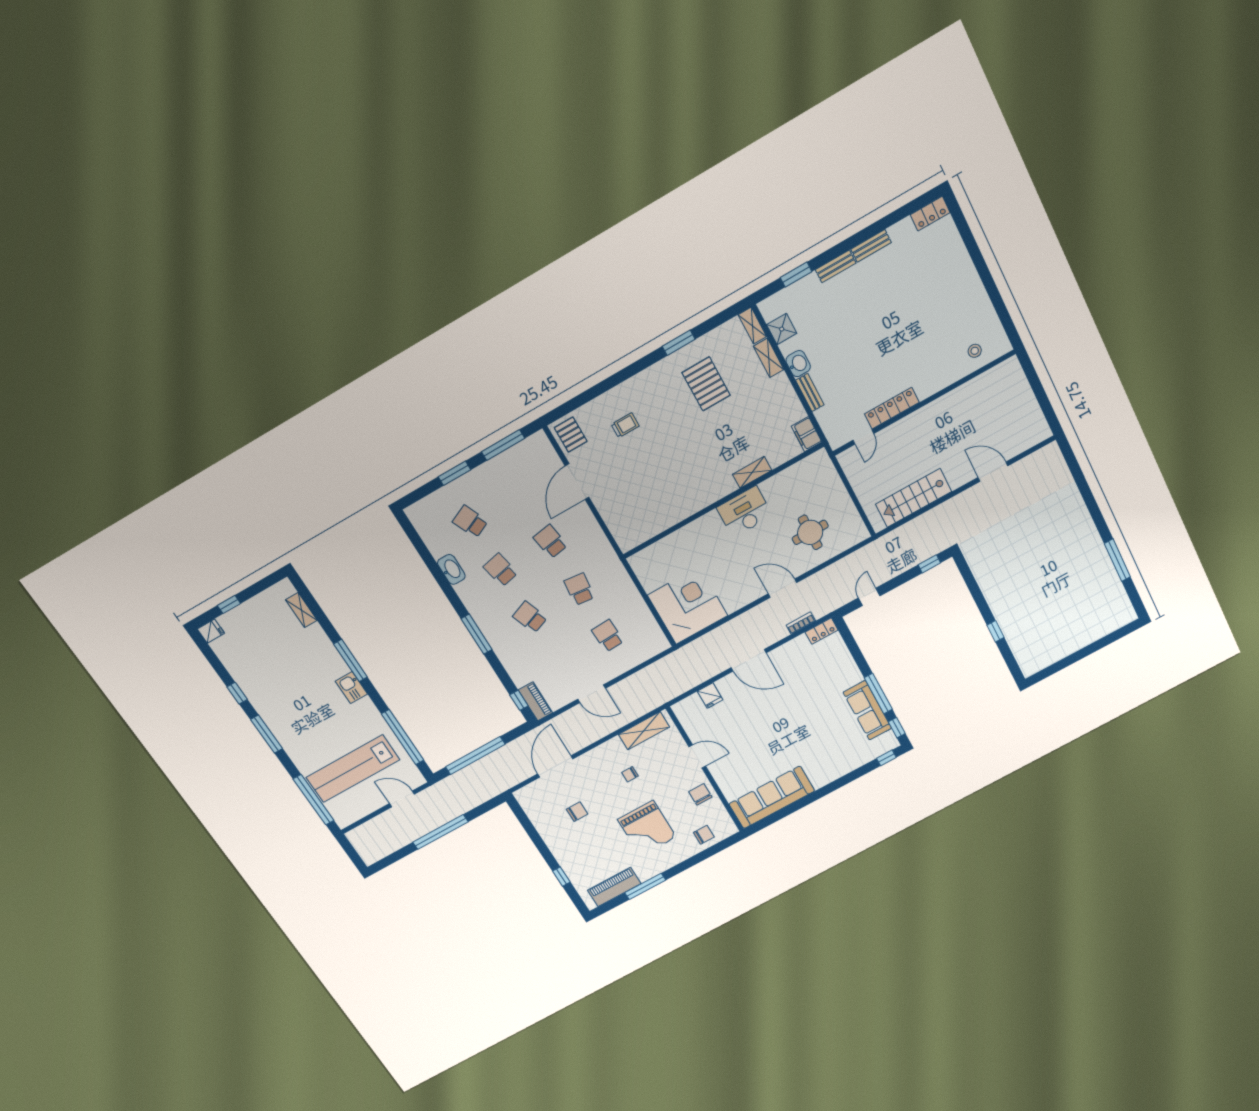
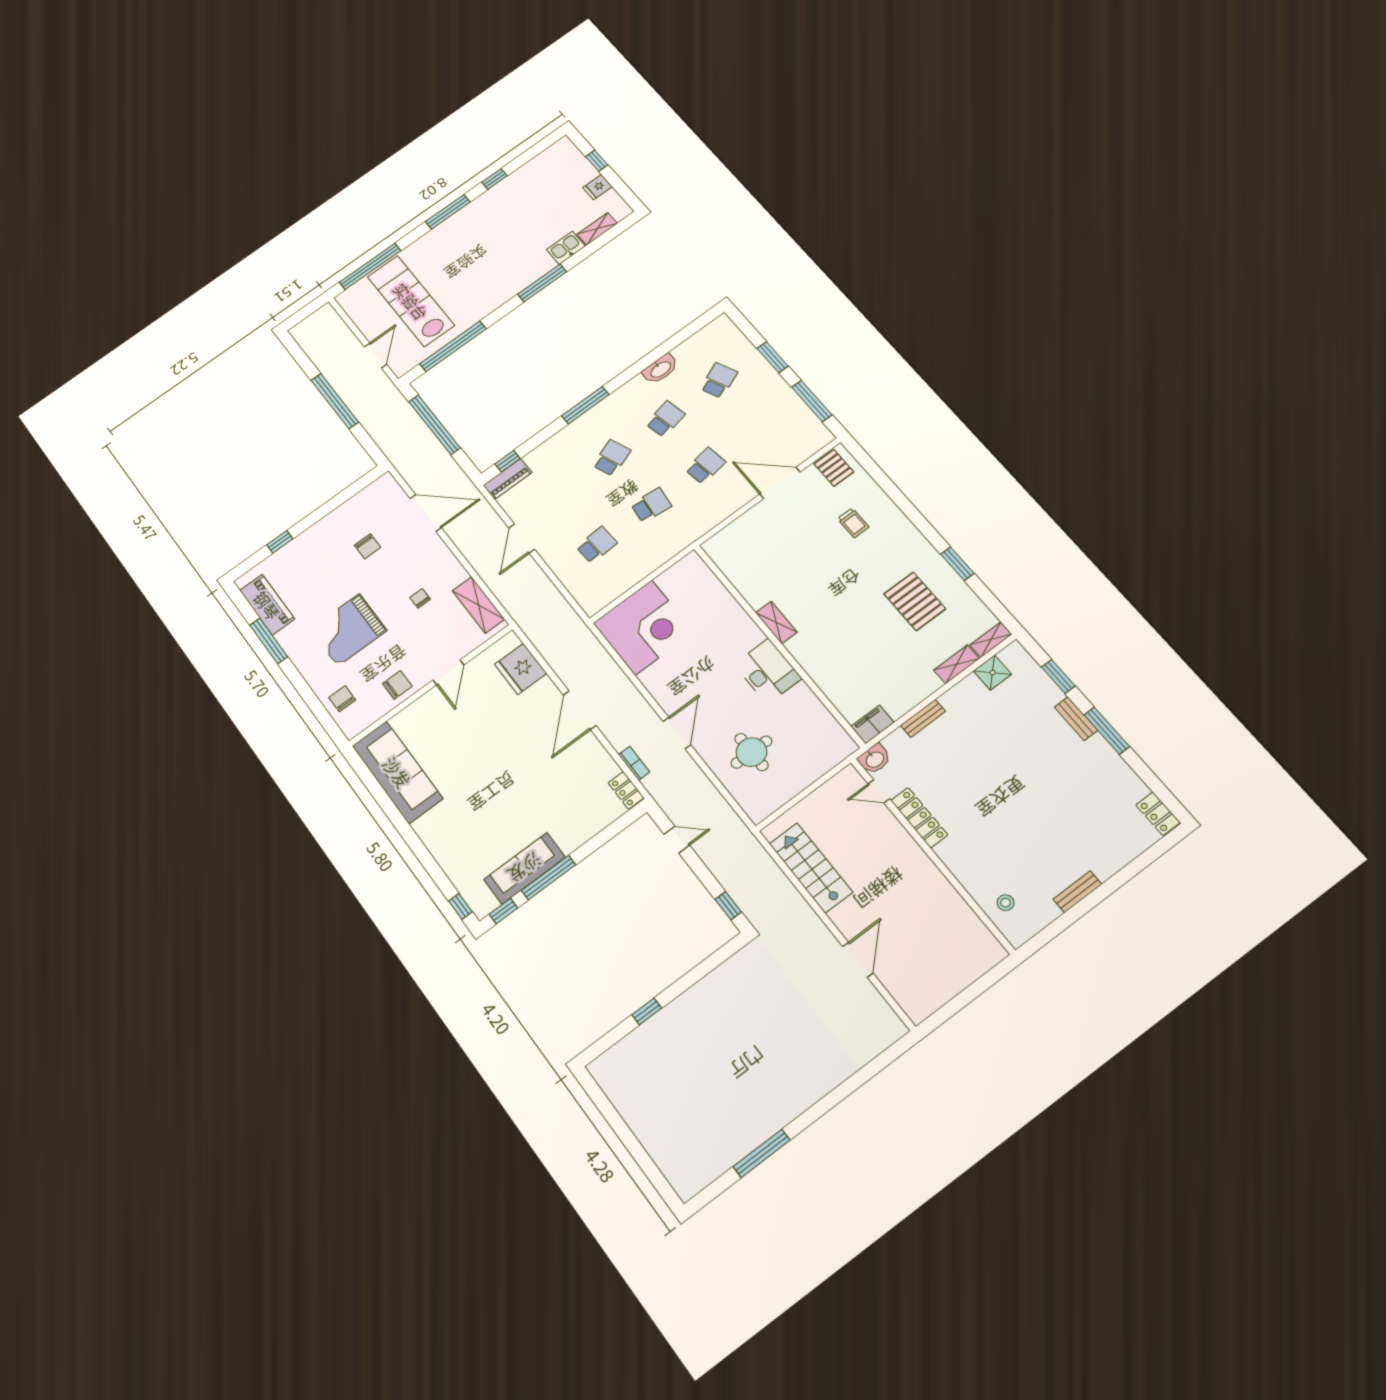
window: (851, 243) -> (1107, 731), added
bench: (871, 246) -> (1077, 892), moved, turned 90
washbasin: (798, 364) -> (875, 759), moved
pallet: (706, 384) -> (915, 601), turned 90
pallet: (571, 435) -> (834, 468), turned 90
shelving: (752, 472) -> (776, 623), moved
fridge: (211, 631) -> (598, 187), moved, turned 90
kitchen sink: (351, 688) -> (566, 248), moved
fridge: (710, 696) -> (521, 669), width x1.88, depth x1.34
chair: (704, 835) -> (342, 699), turned 180

